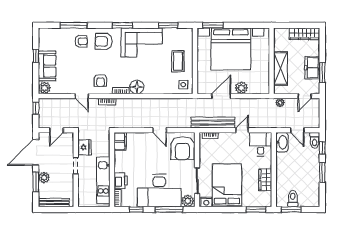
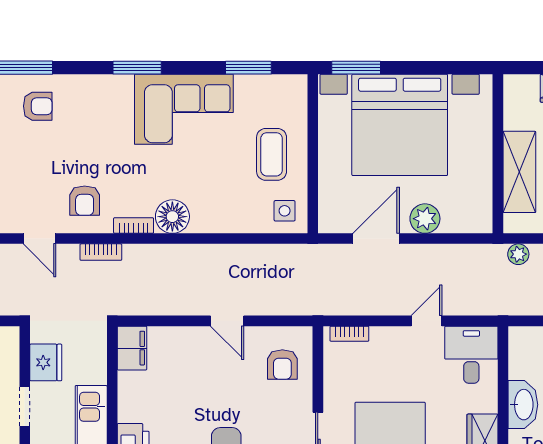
armchair: (104, 41) -> (92, 107), removed
bench: (213, 123) -> (356, 303), removed
washbasin: (282, 142) -> (523, 405), moved
armchair: (182, 148) -> (282, 365), width x0.53, depth x0.53

